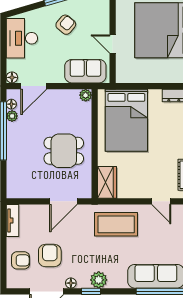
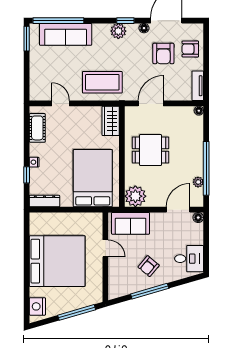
desk: (22, 38) -> (189, 259), width x0.73
plant: (86, 95) -> (135, 196), width x1.88, depth x1.88
floor lamp: (11, 104) -> (199, 111), moved

